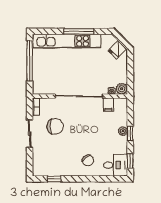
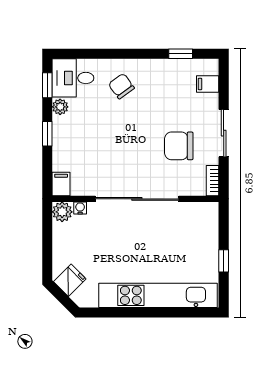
window: (79, 31) -> (137, 312), removed
window: (30, 61) -> (224, 261), width x0.32
filing cabinet: (108, 105) -> (61, 184), moved
plant: (123, 131) -> (60, 107), moved
filing cabinet: (39, 162) -> (208, 84), added

